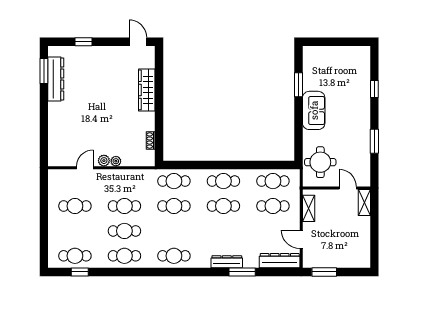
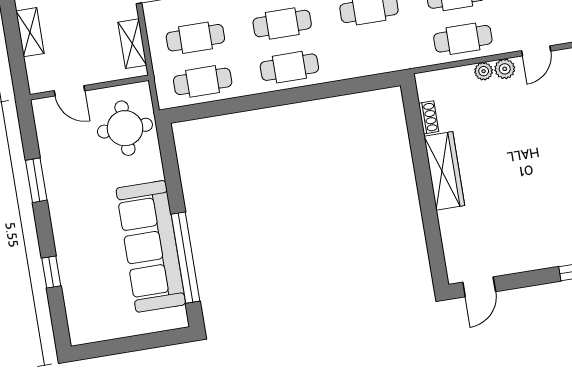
door: (138, 42) -> (479, 287), hinge flipped
window: (298, 85) -> (185, 258), width x2.11
wardrobe: (147, 90) -> (444, 171), moved
sofa: (314, 110) -> (151, 246), width x1.85, depth x1.27
cafe table: (174, 181) -> (463, 39), moved
shelving: (364, 202) -> (30, 32), moved

